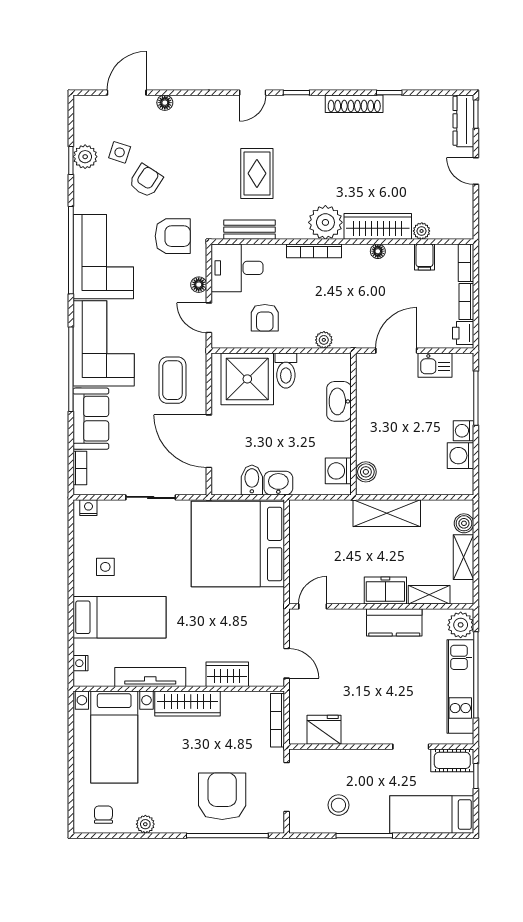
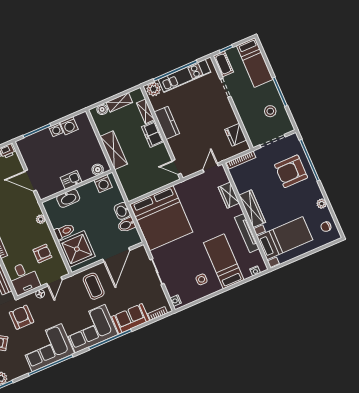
kitchen sink: (435, 365) -> (71, 180), moved, turned -90
coffee table: (172, 380) -> (94, 286), turned 90

